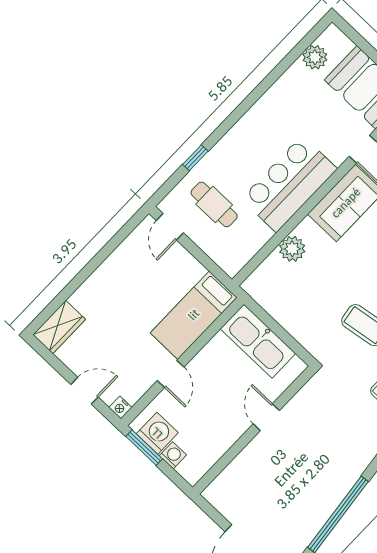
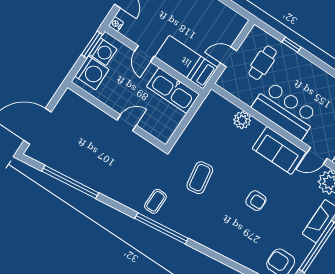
door: (170, 227) -> (229, 57), moved
kitchen sink: (258, 341) -> (173, 91), moved, turned -90
door: (171, 374) -> (144, 54), hinge flipped
washing machine: (173, 455) -> (92, 73), width x1.89, depth x1.89

